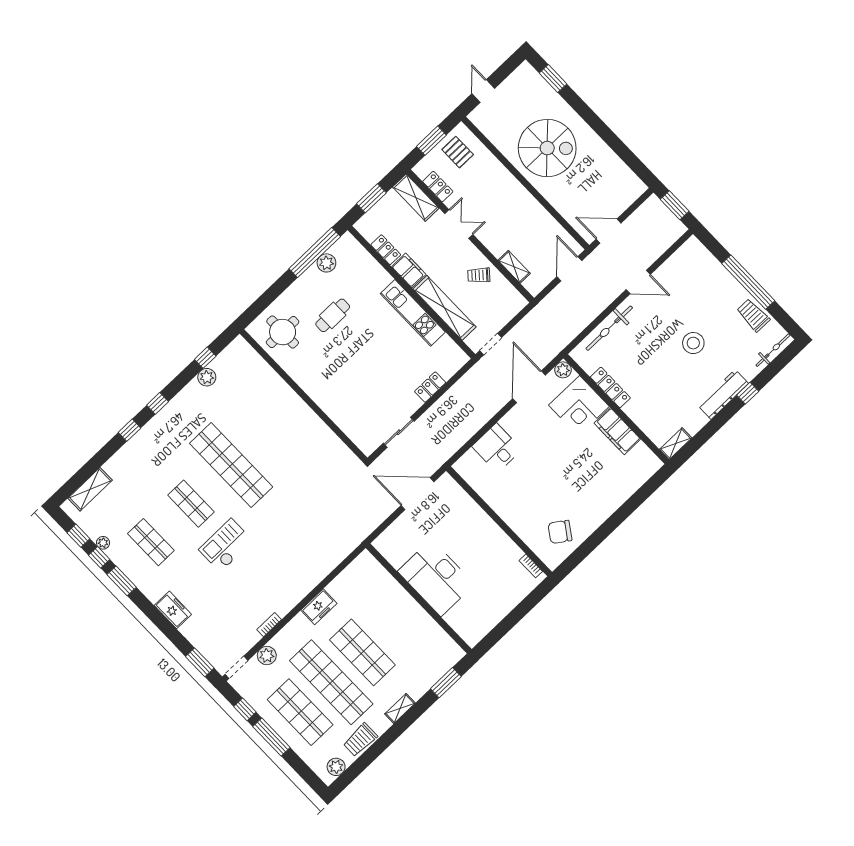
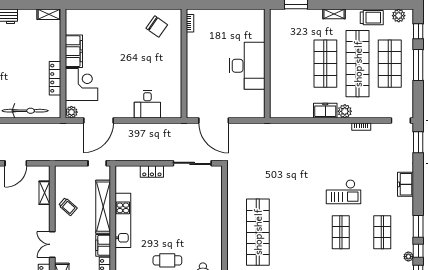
sliding door: (399, 432) -> (192, 163), width x1.37
shop shelf: (231, 465) -> (258, 232), moved
plant: (267, 656) -> (345, 111), moved
window: (245, 709) -> (418, 31), moved

